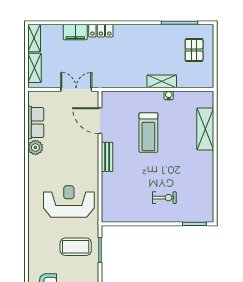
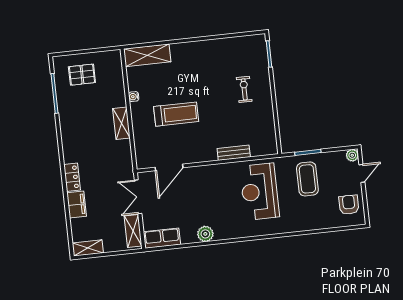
shelving: (35, 68) -> (133, 231), moved, turned 90
shelving: (162, 81) -> (121, 123), moved
row of seats: (36, 123) -> (162, 238), moved
shelving: (205, 129) -> (147, 55), moved
bench: (107, 157) -> (234, 153), moved

